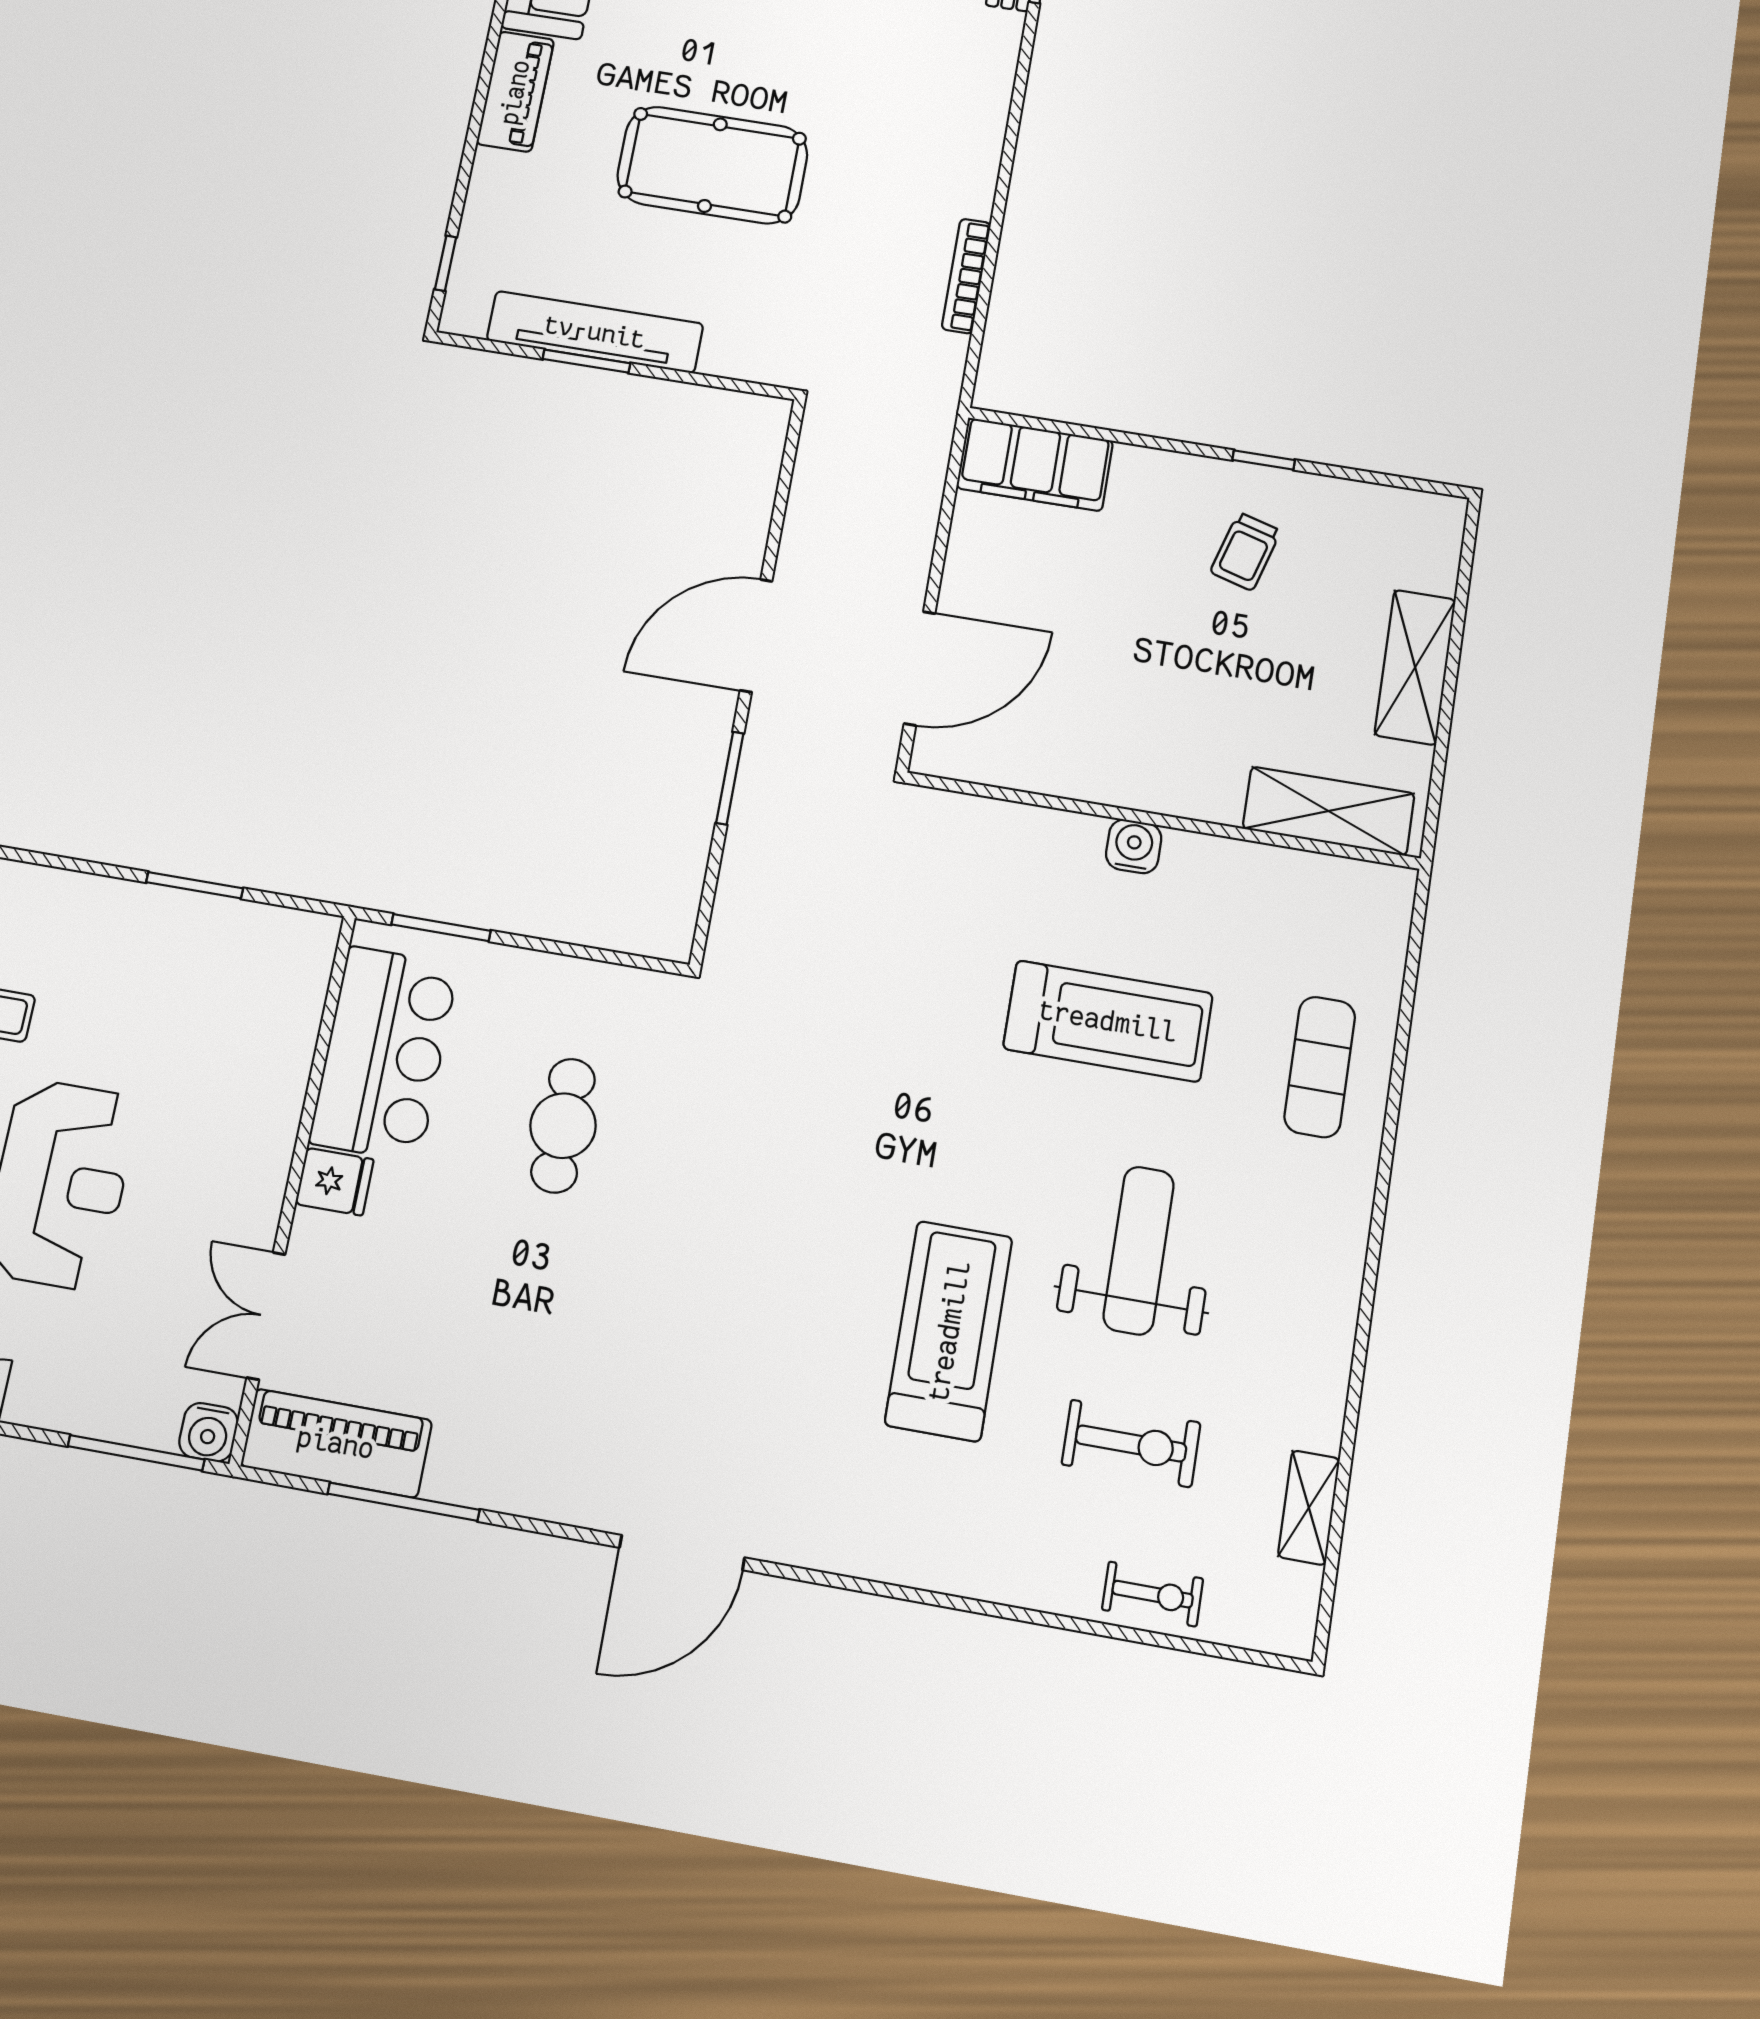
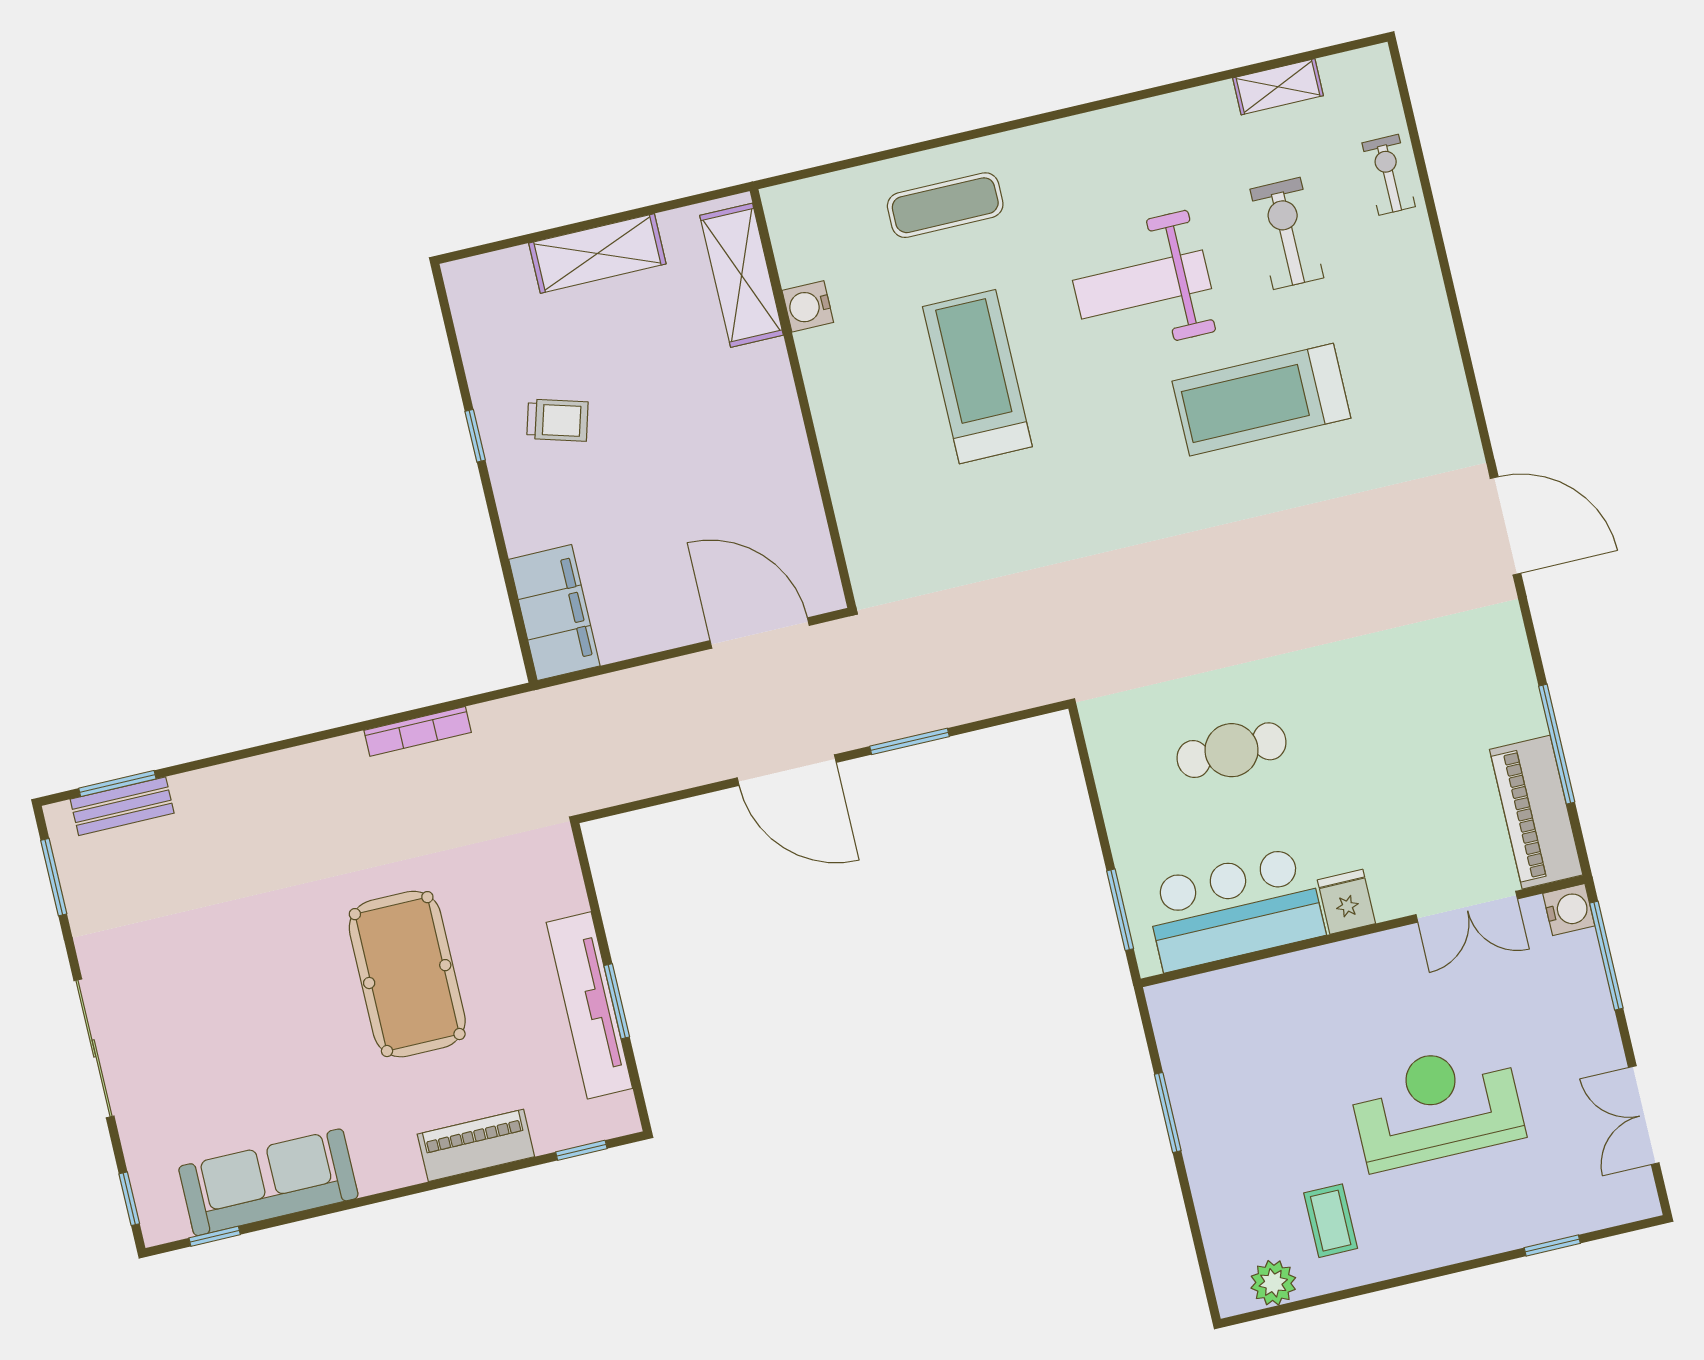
piano: (515, 92) -> (476, 1145), moved
water cooler: (1134, 846) -> (808, 306), moved

